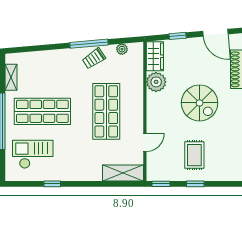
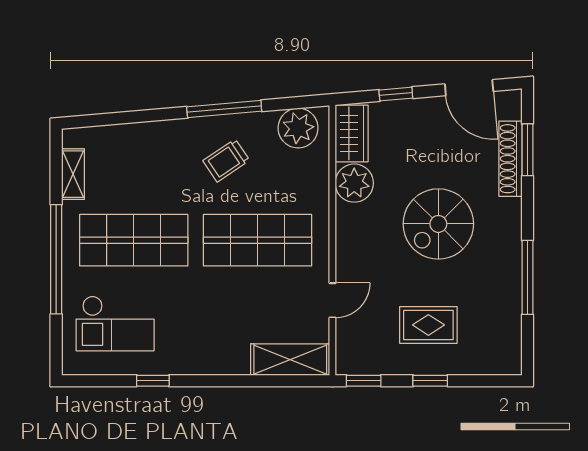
plant: (122, 49) -> (298, 128), width x1.87, depth x1.87
trolley: (94, 58) -> (226, 160), moved
spiral stairs: (200, 103) -> (438, 224), turned 90
shop shelf: (106, 111) -> (257, 240), turned 90
checkout: (33, 154) -> (115, 323), turned 180
rug: (194, 155) -> (428, 325), turned 90

